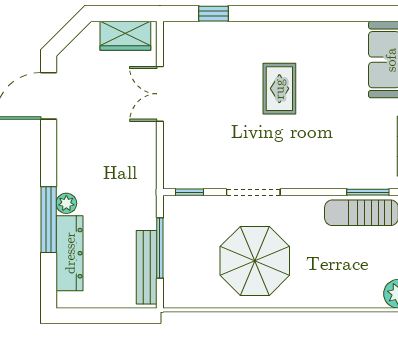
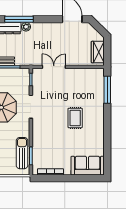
window: (214, 14) -> (107, 90), width x2.17
rug: (279, 89) -> (75, 118), turned 90
double door: (160, 94) -> (54, 67), moved

